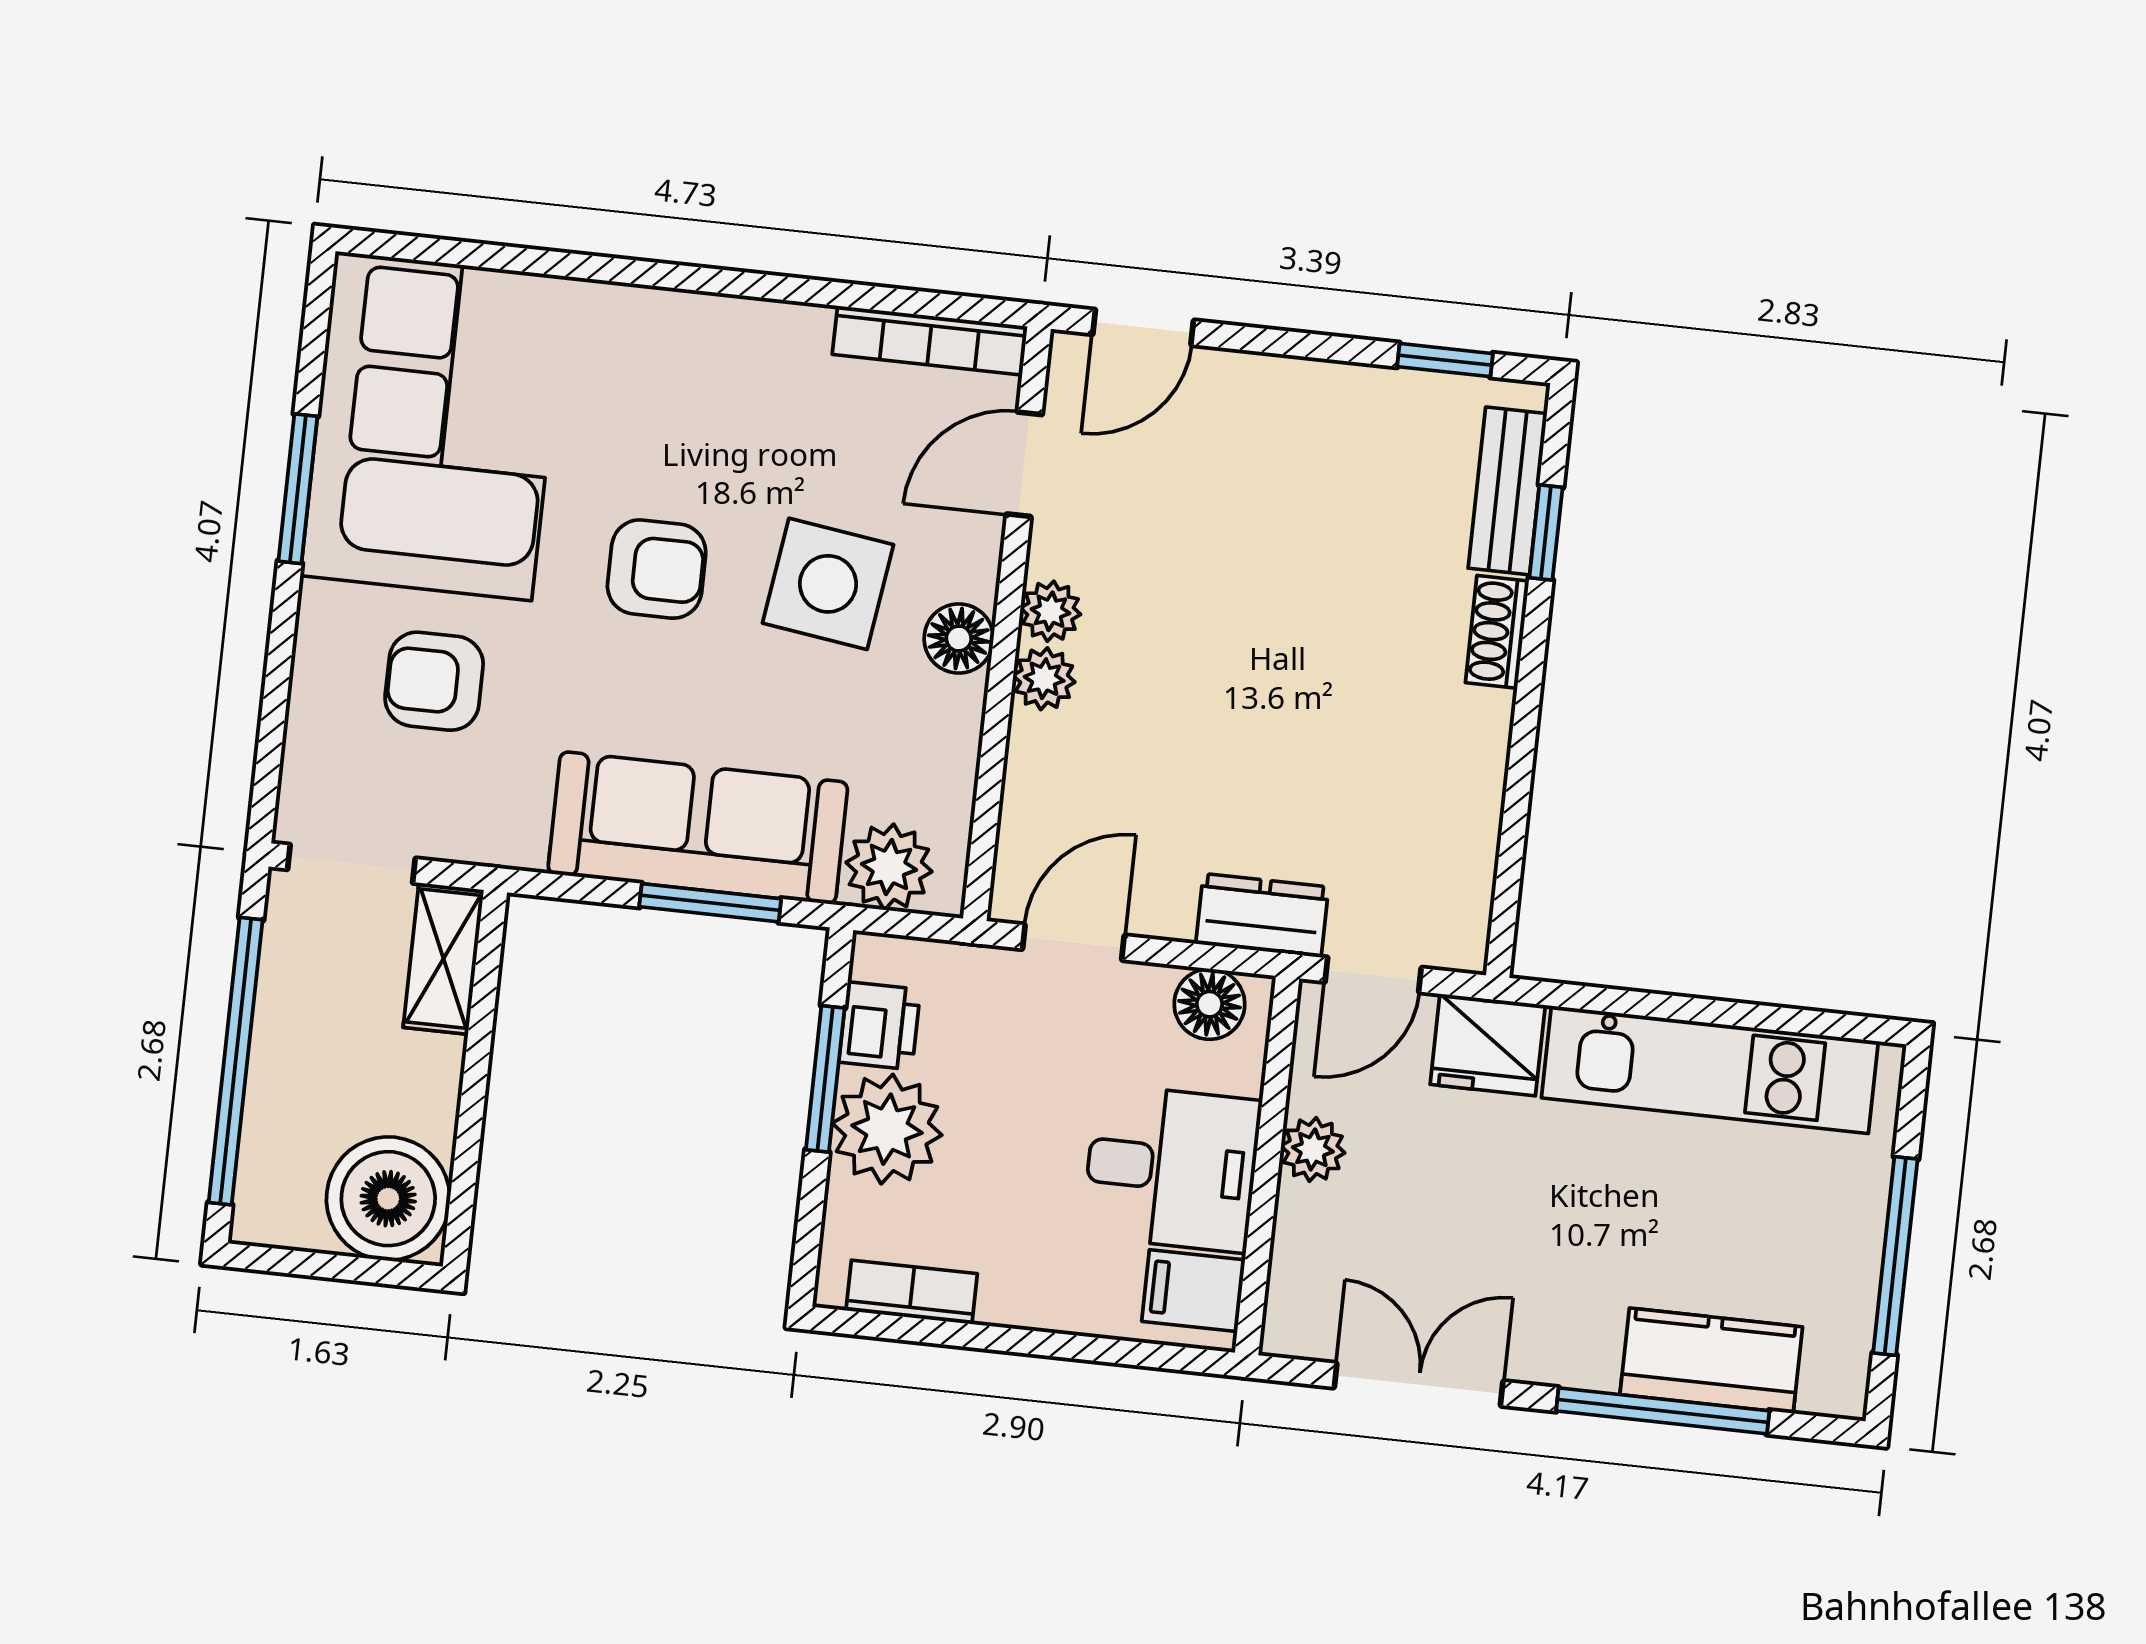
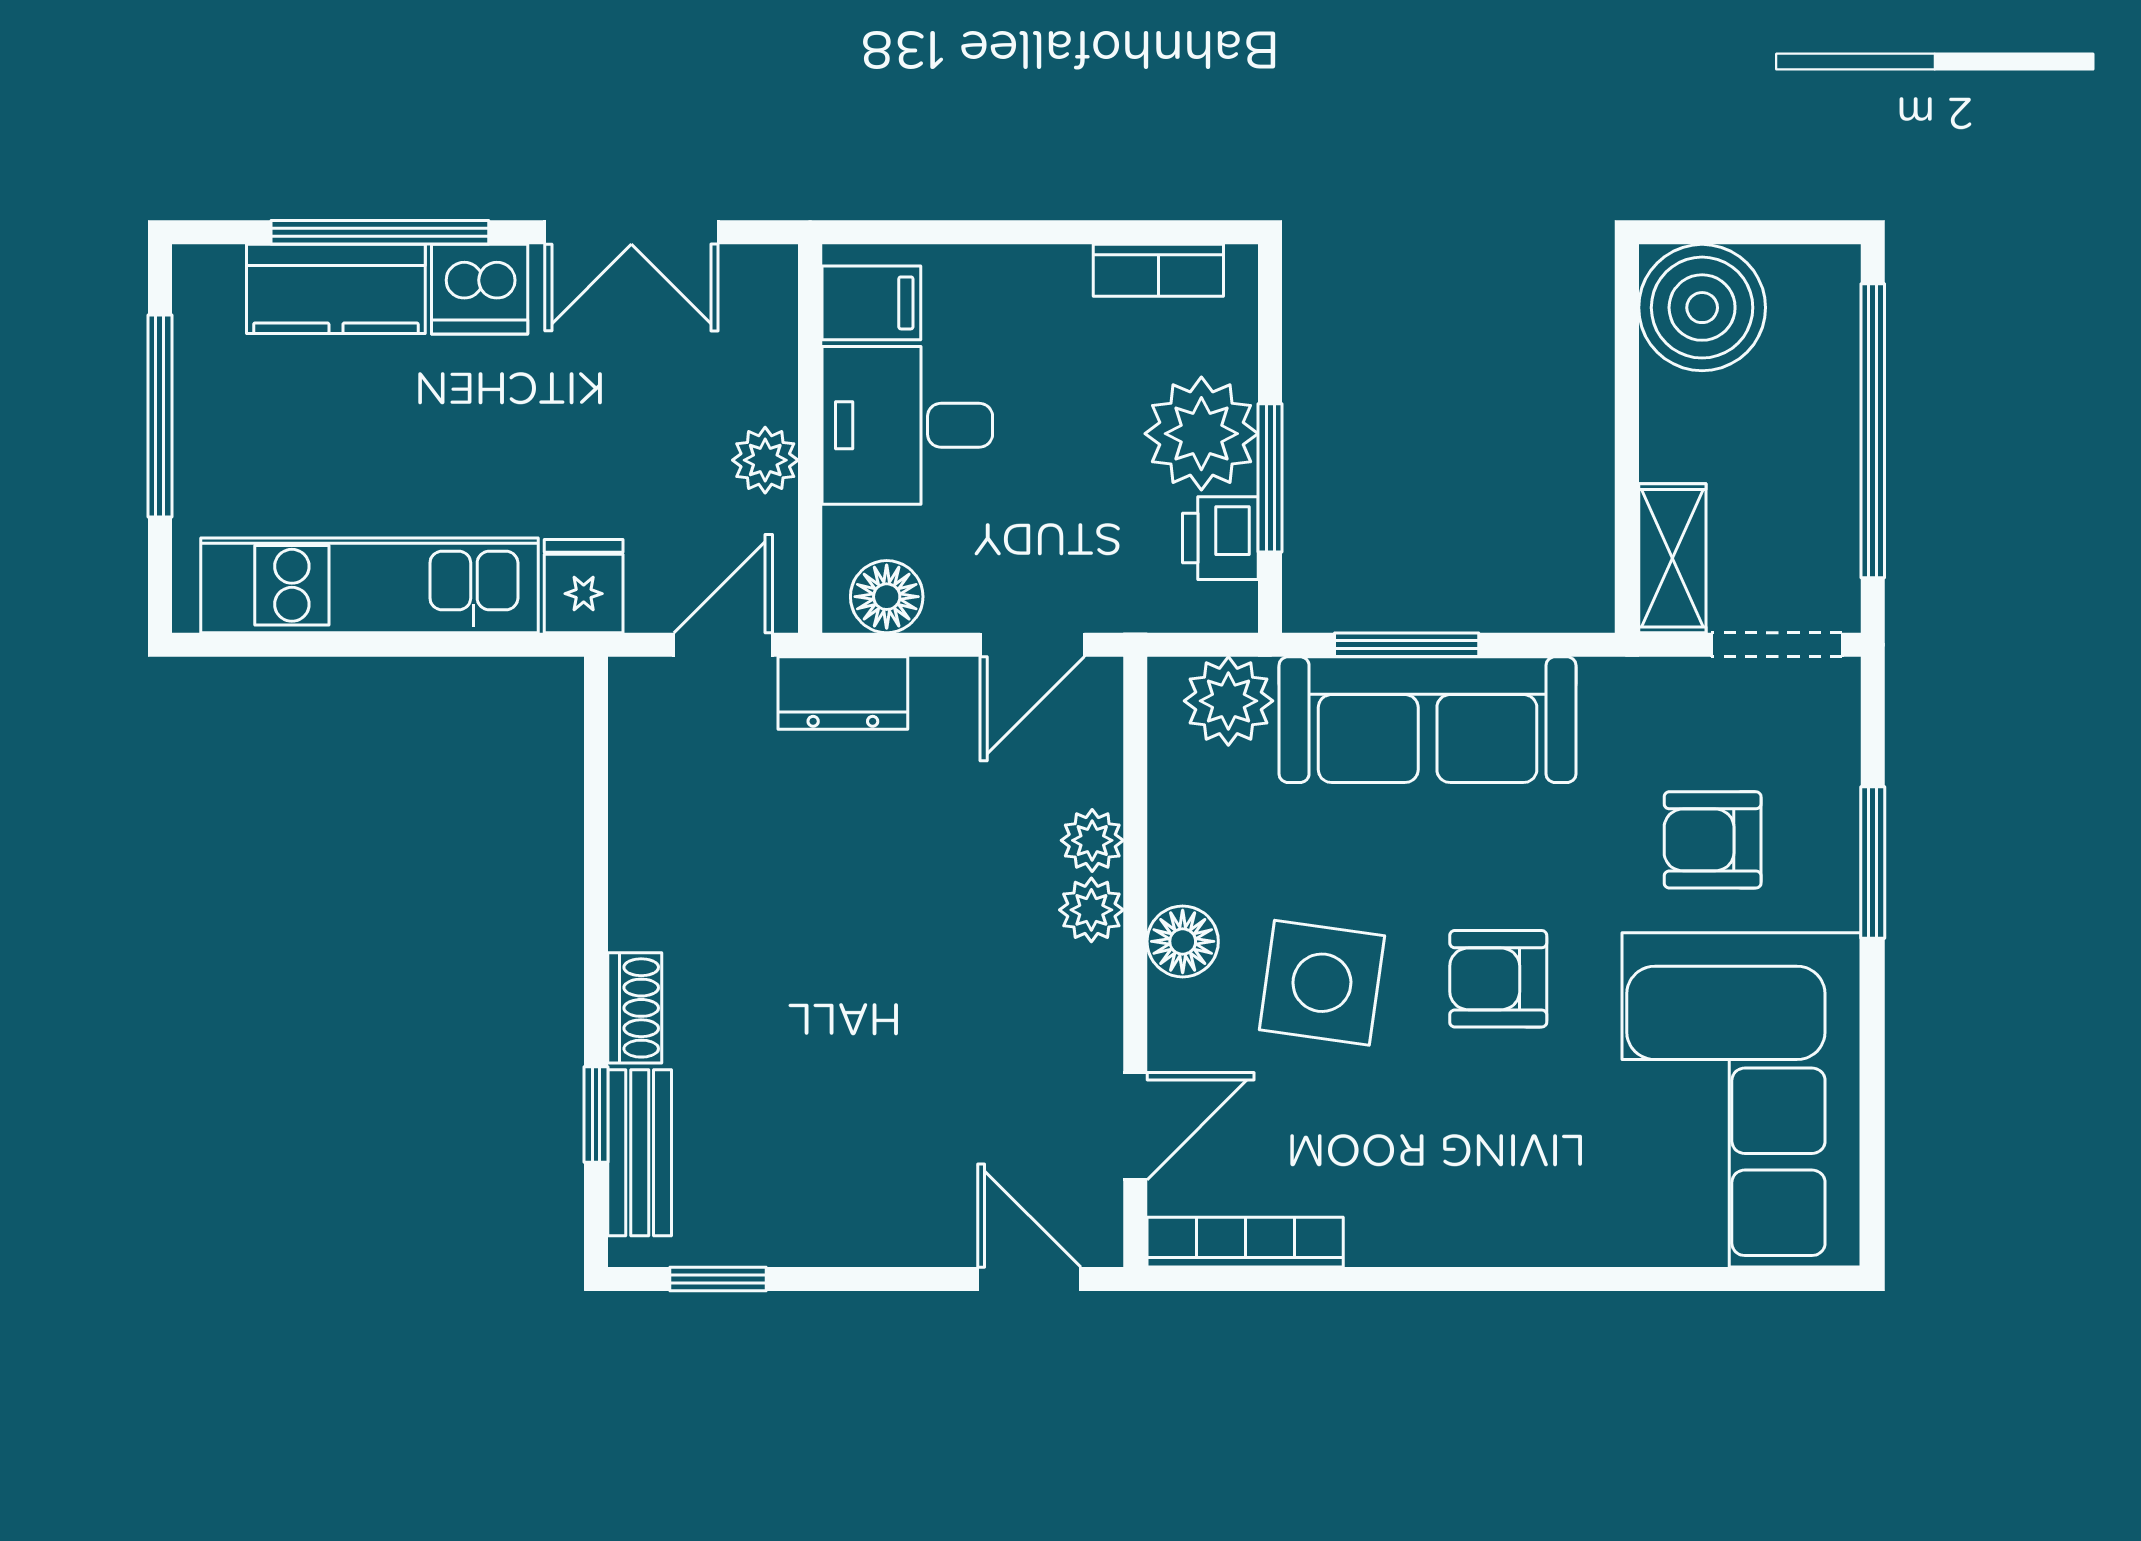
door: (1143, 327) -> (1029, 1279), hinge flipped
window: (298, 489) -> (1873, 862), moved
plant: (1050, 611) -> (1092, 840), moved
armchair: (434, 681) -> (1713, 840), turned 180
fridge: (1488, 1045) -> (584, 586), width x0.72
dishwasher: (1572, 1345) -> (480, 289), added

